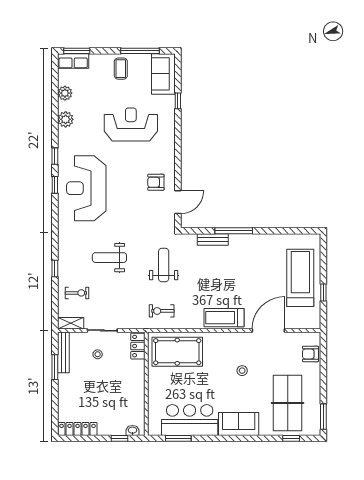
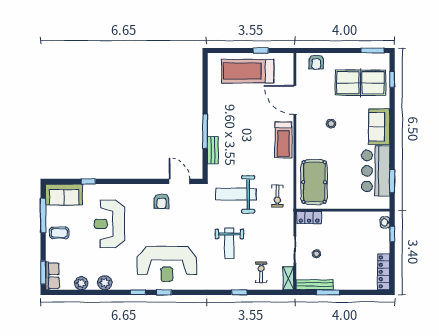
weight bench: (164, 265) -> (236, 194), width x1.36, depth x1.33

